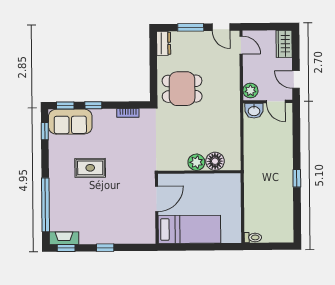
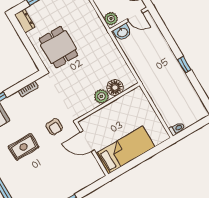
dining table: (182, 89) -> (58, 47), turned 90
armchair: (132, 165) -> (54, 127), added
door: (157, 199) -> (87, 141), swing flipped

